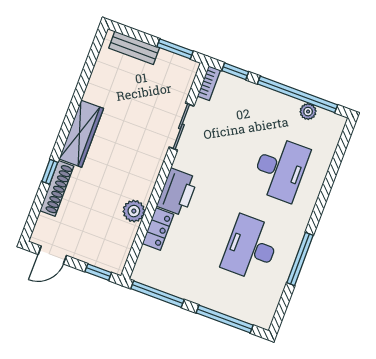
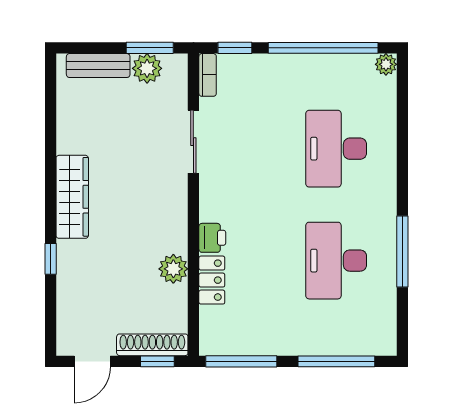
plant: (168, 63) -> (147, 68), added
plant: (308, 112) -> (386, 64), moved
desk: (280, 169) -> (336, 149), turned 180
shoe rack: (57, 188) -> (152, 345), moved, turned -90
printer: (177, 192) -> (212, 238), width x0.53, depth x0.68

